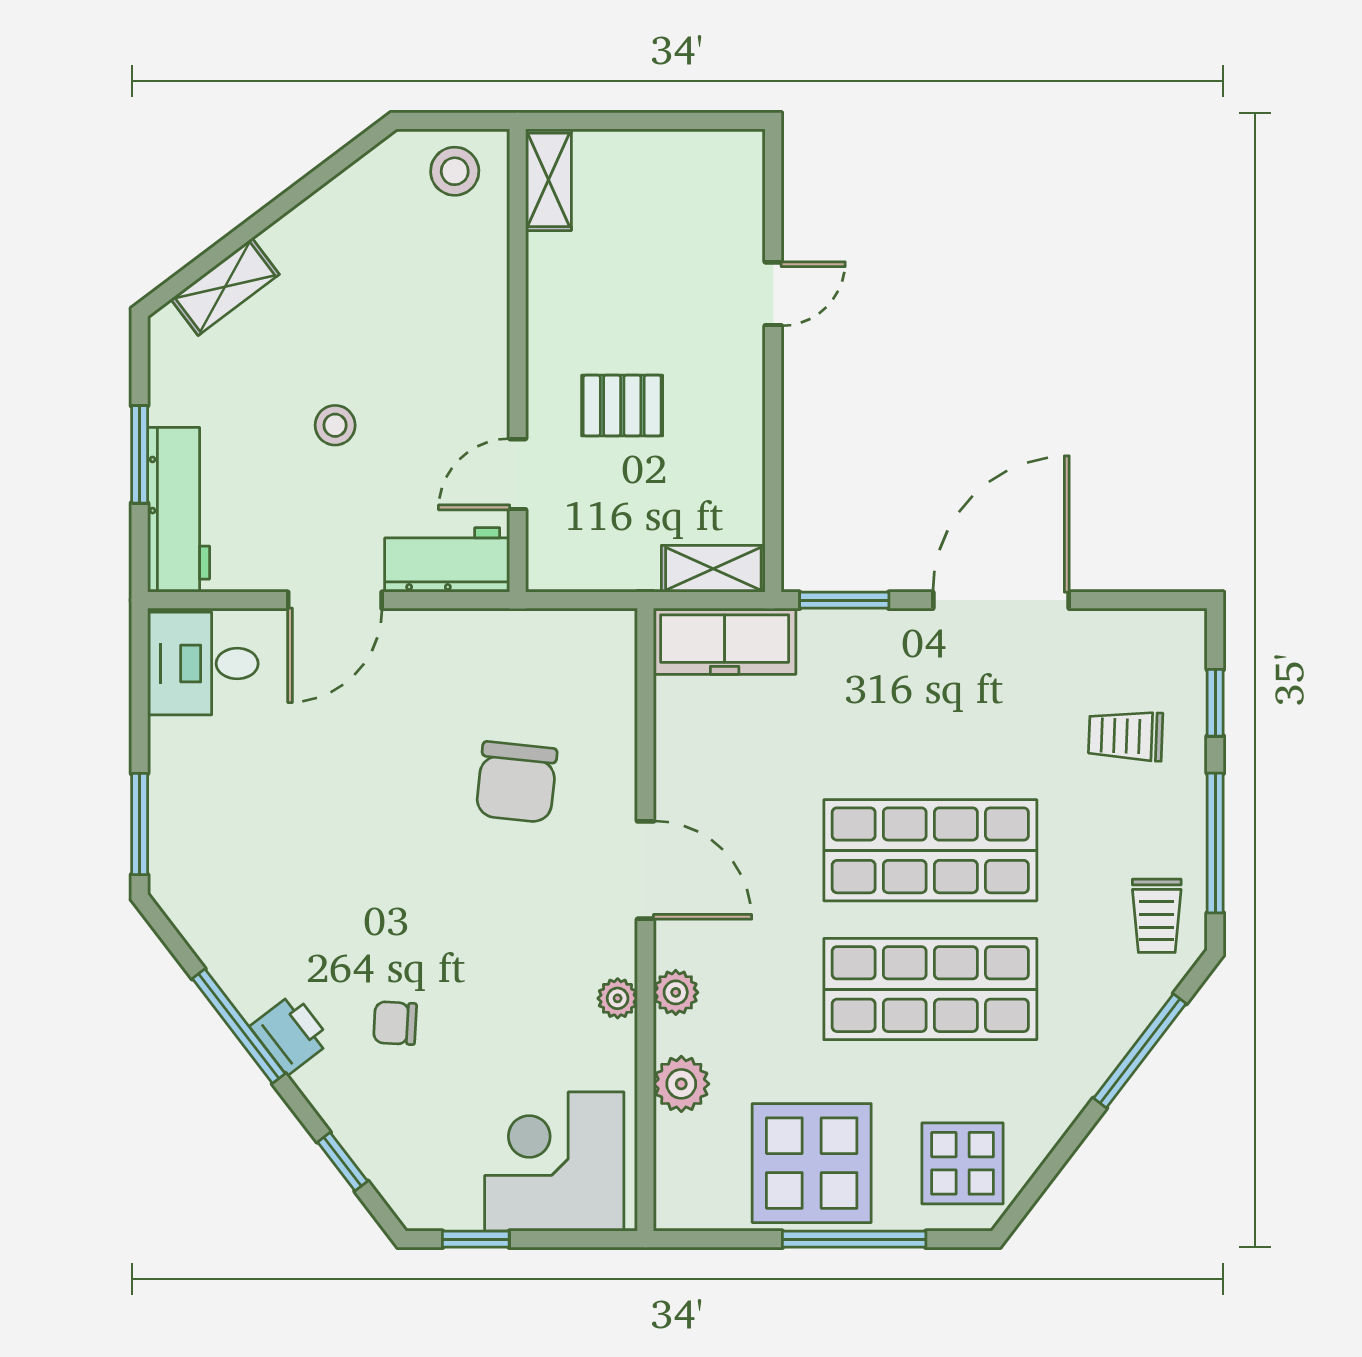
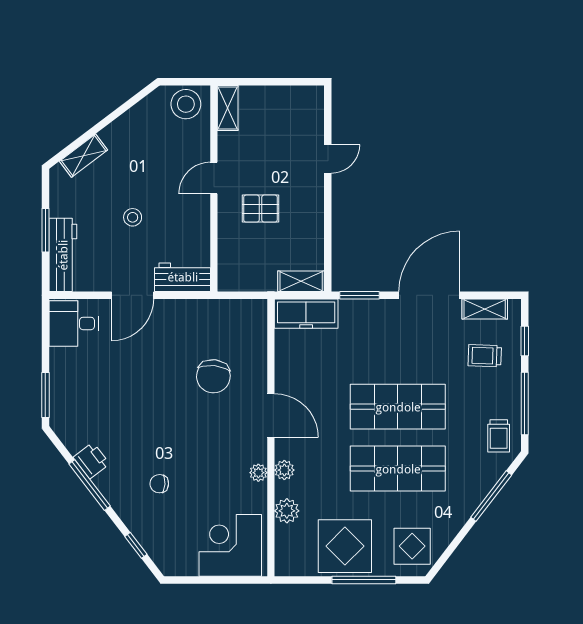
stool: (455, 171) -> (186, 104), width x1.38, depth x1.38
door: (518, 474) -> (214, 178), moved
shelving: (1125, 631) -> (485, 309), added
printer: (291, 1034) -> (91, 461), moved
window: (476, 1239) -> (195, 580), removed

